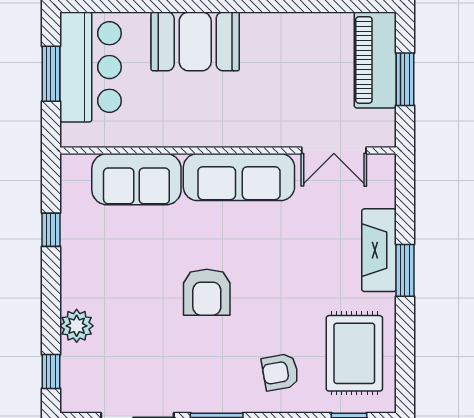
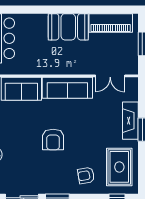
booth: (195, 41) -> (68, 27), moved
piano: (375, 60) -> (111, 23), moved, turned -90

